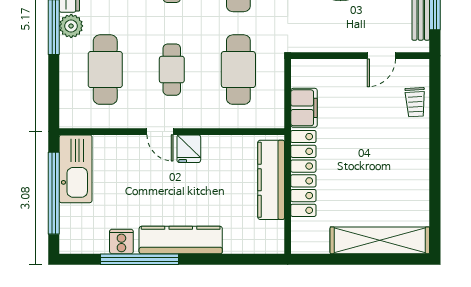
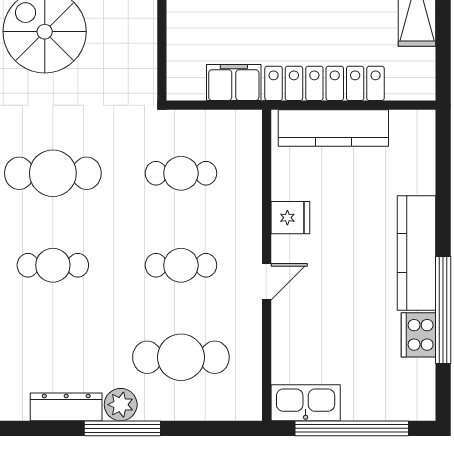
cafe table: (238, 70) -> (181, 173), width x0.73, depth x0.74
fridge: (189, 149) -> (290, 218), moved
kitchen sink: (76, 169) -> (306, 403), width x0.73, depth x0.81
cooker: (121, 241) -> (419, 335), width x1.36

